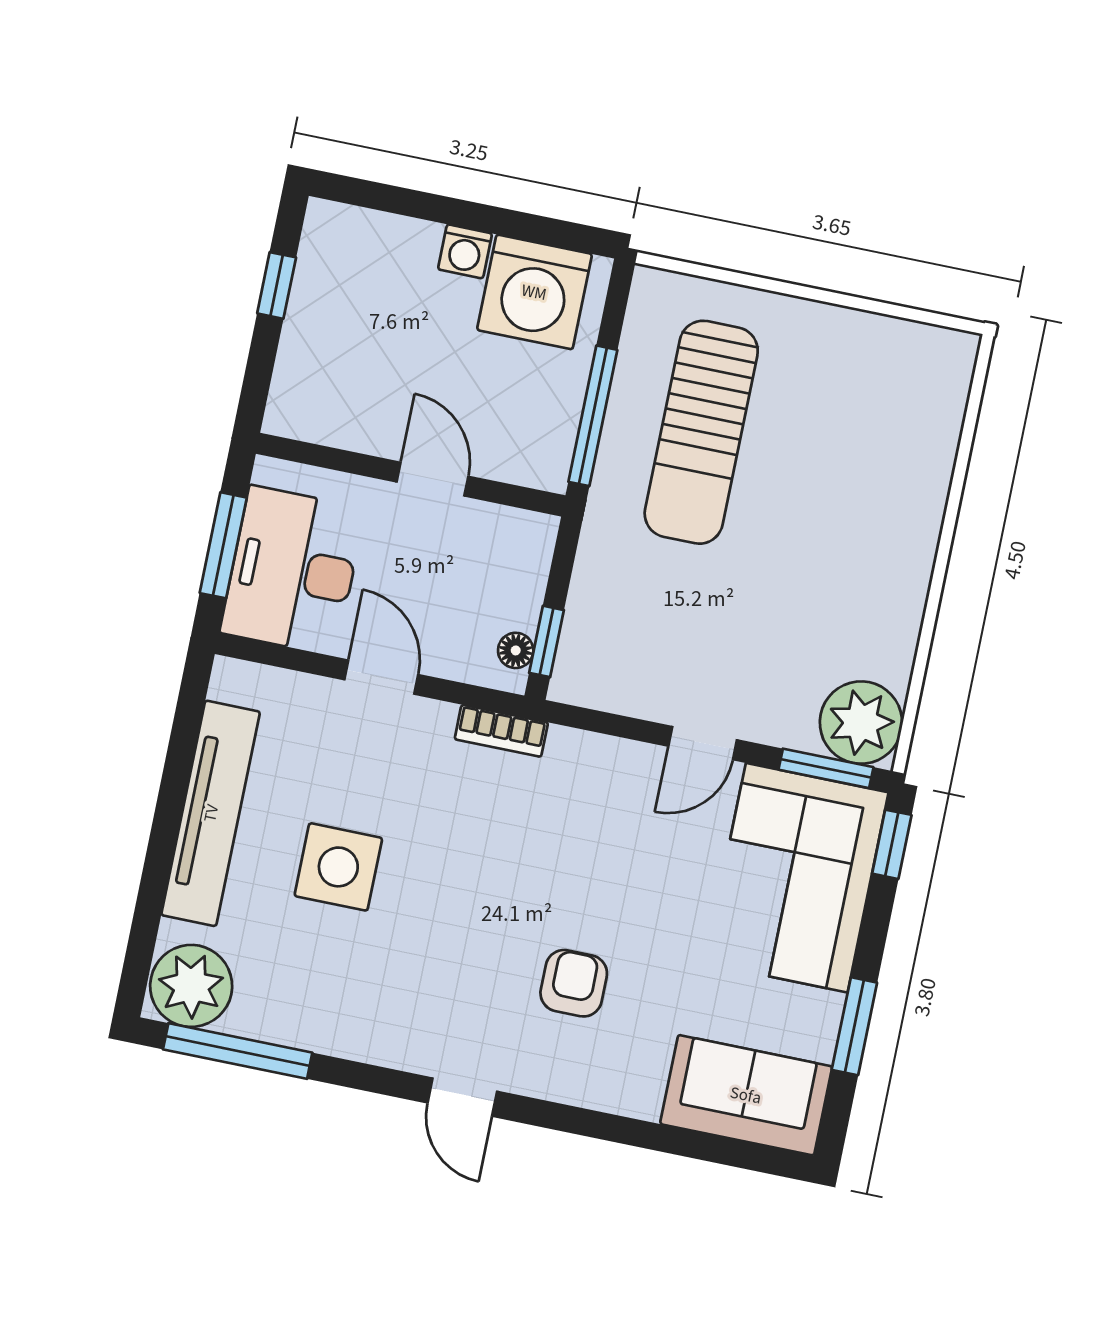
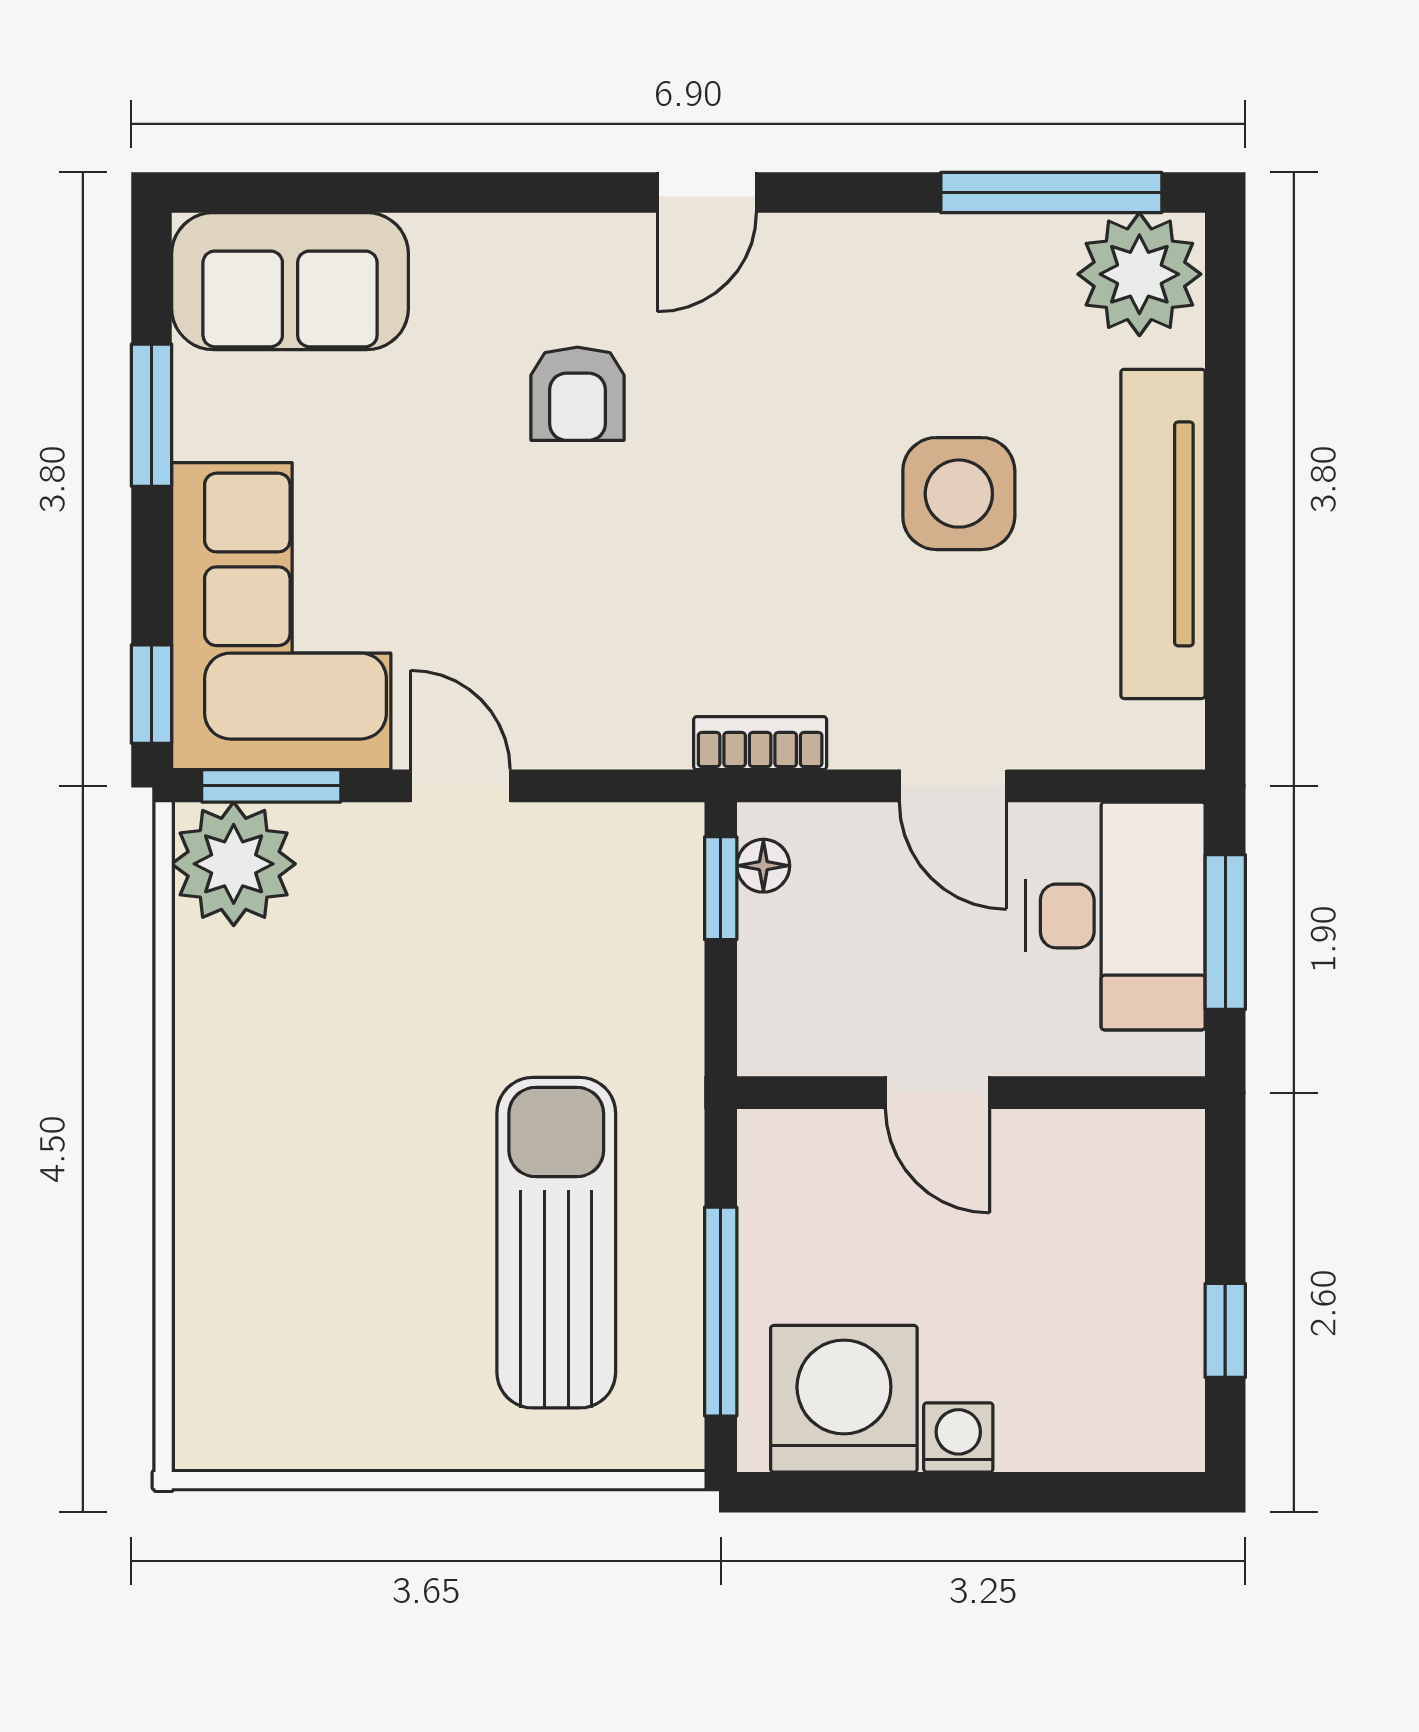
window: (593, 416) -> (721, 1312), moved
door: (703, 743) -> (460, 786), hinge flipped
door: (462, 1097) -> (707, 193), swing flipped

